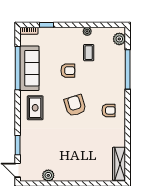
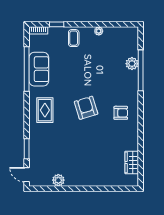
plant: (119, 39) -> (132, 64), moved
coffee table: (89, 53) -> (74, 38), moved
sofa: (29, 68) -> (39, 69), width x0.73
armchair: (68, 71) -> (79, 72), removed
wardrobe: (119, 164) -> (132, 162), width x0.67

